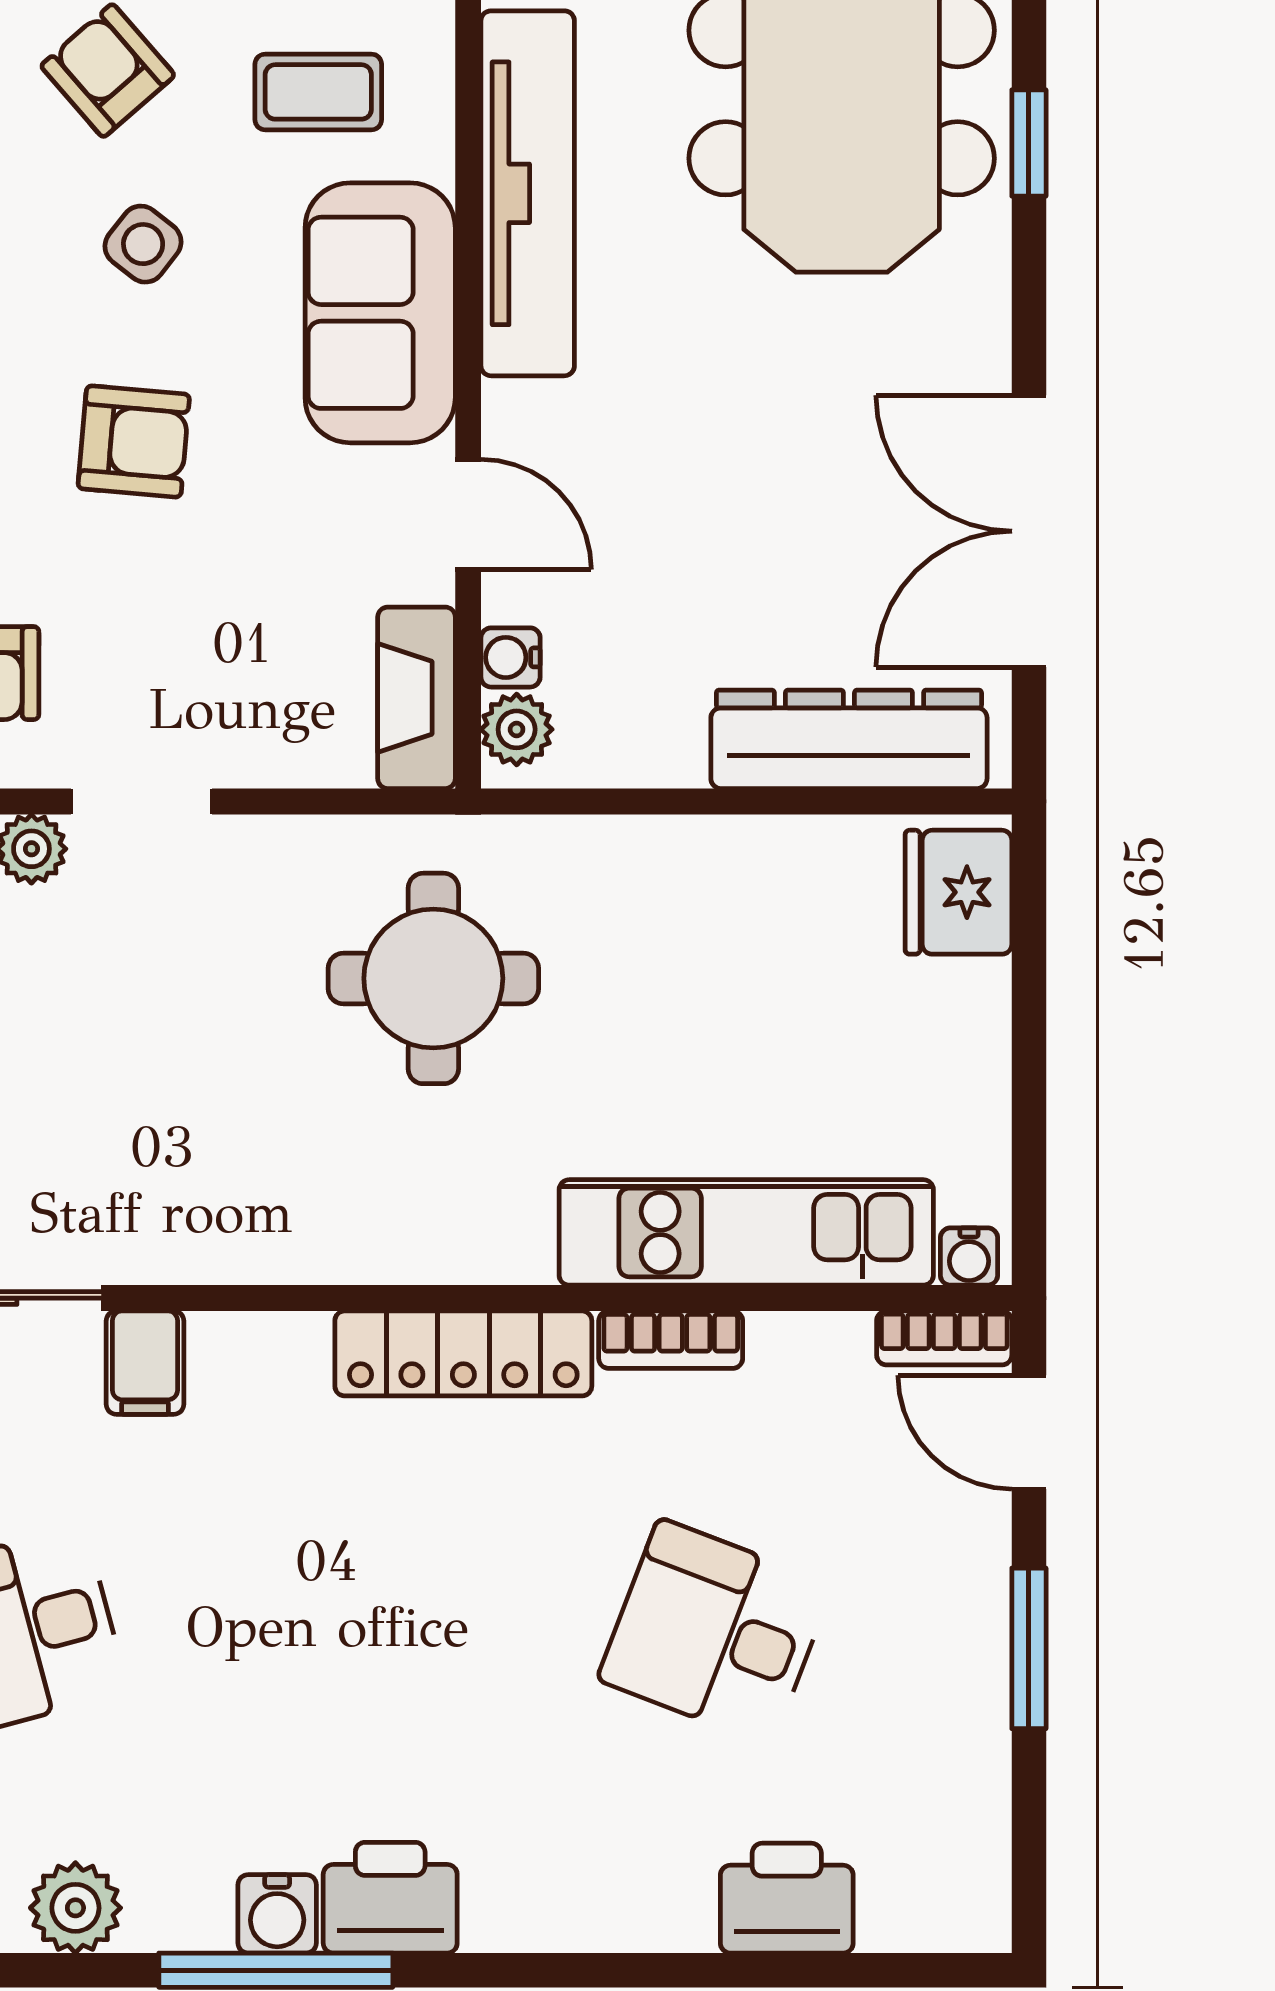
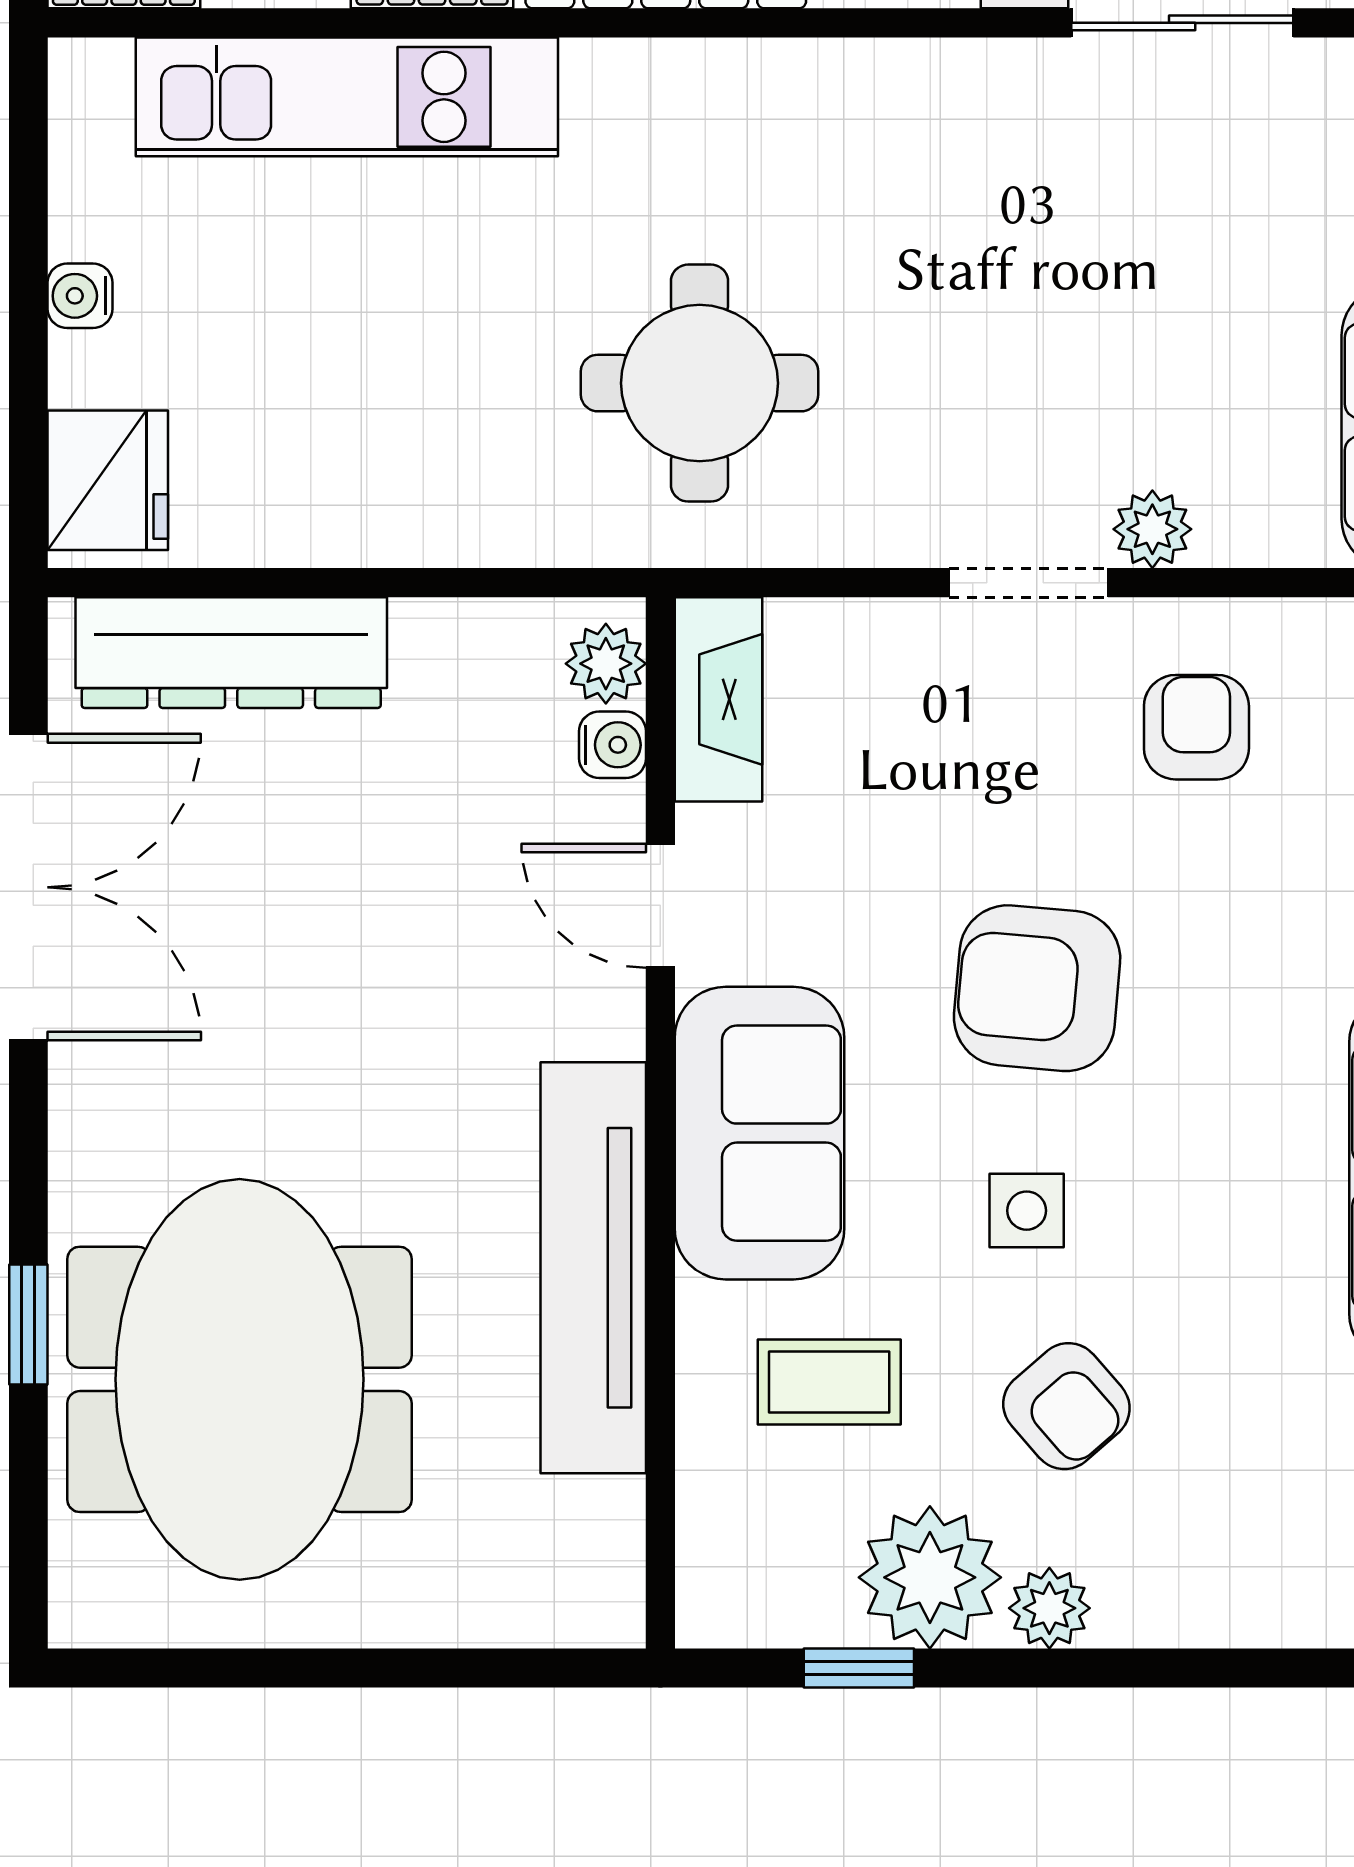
side table: (143, 244) -> (1027, 1211), turned -38
armchair: (134, 441) -> (1037, 988), width x1.38, depth x1.38
water cooler: (969, 1257) -> (80, 296), moved, turned -90

